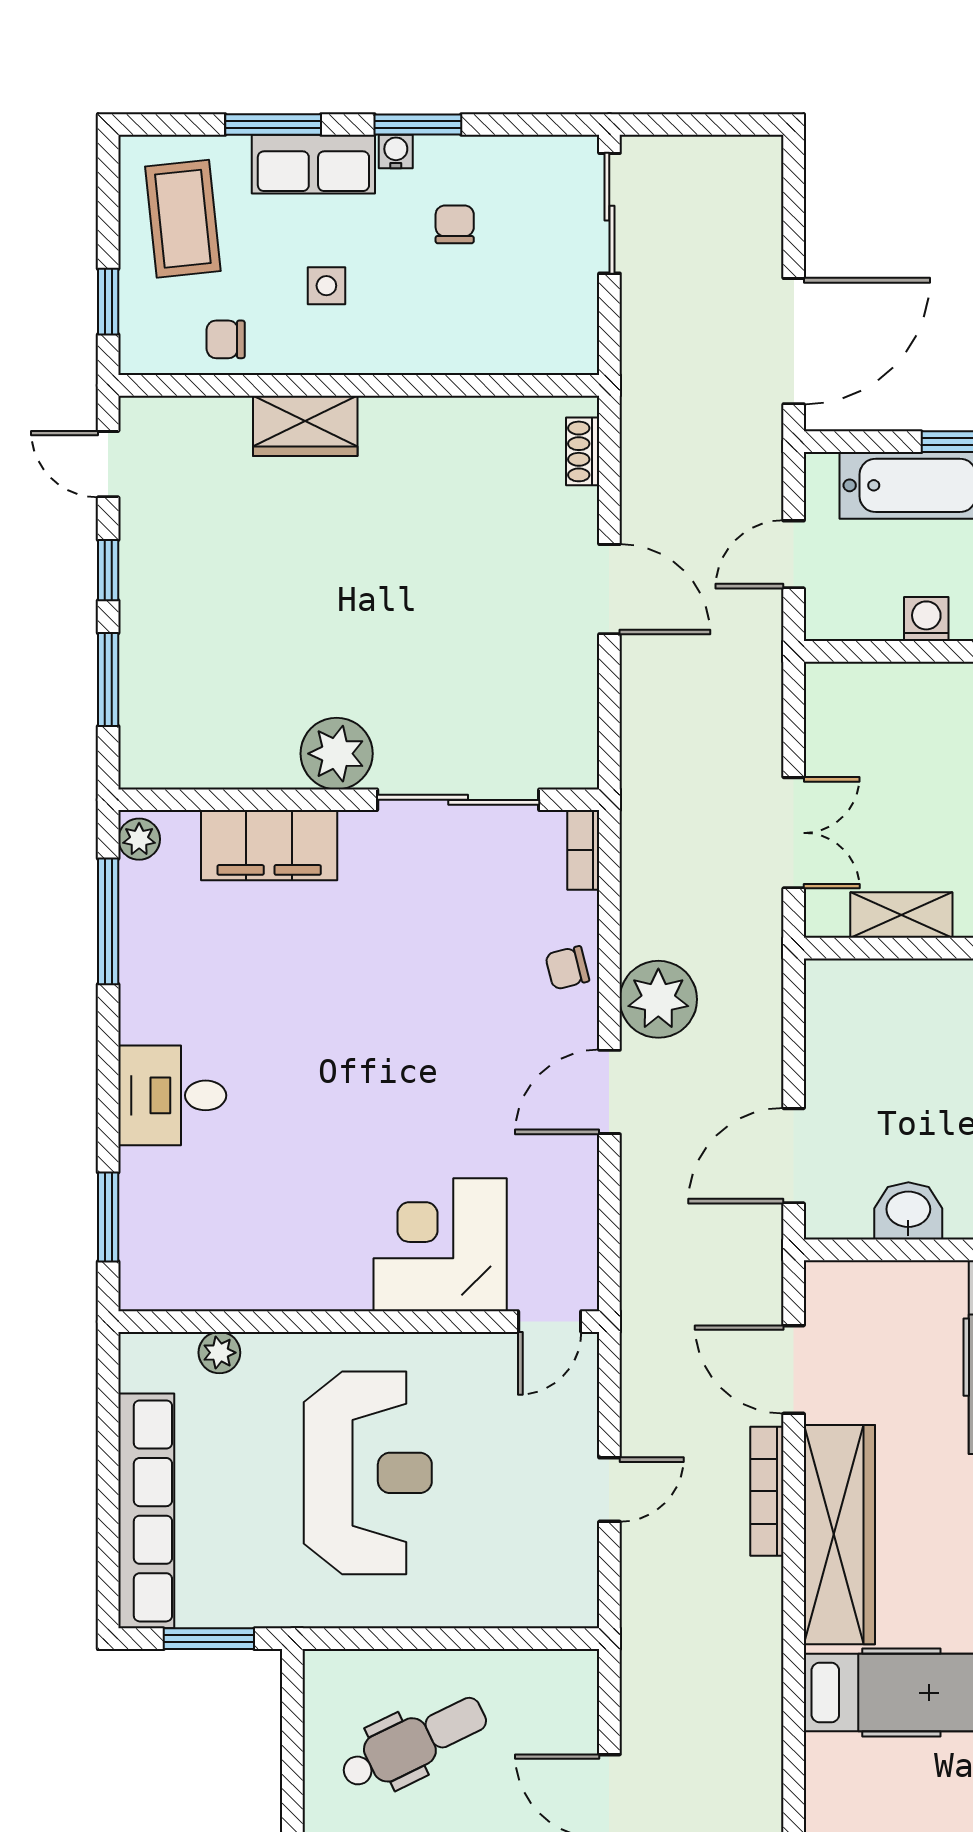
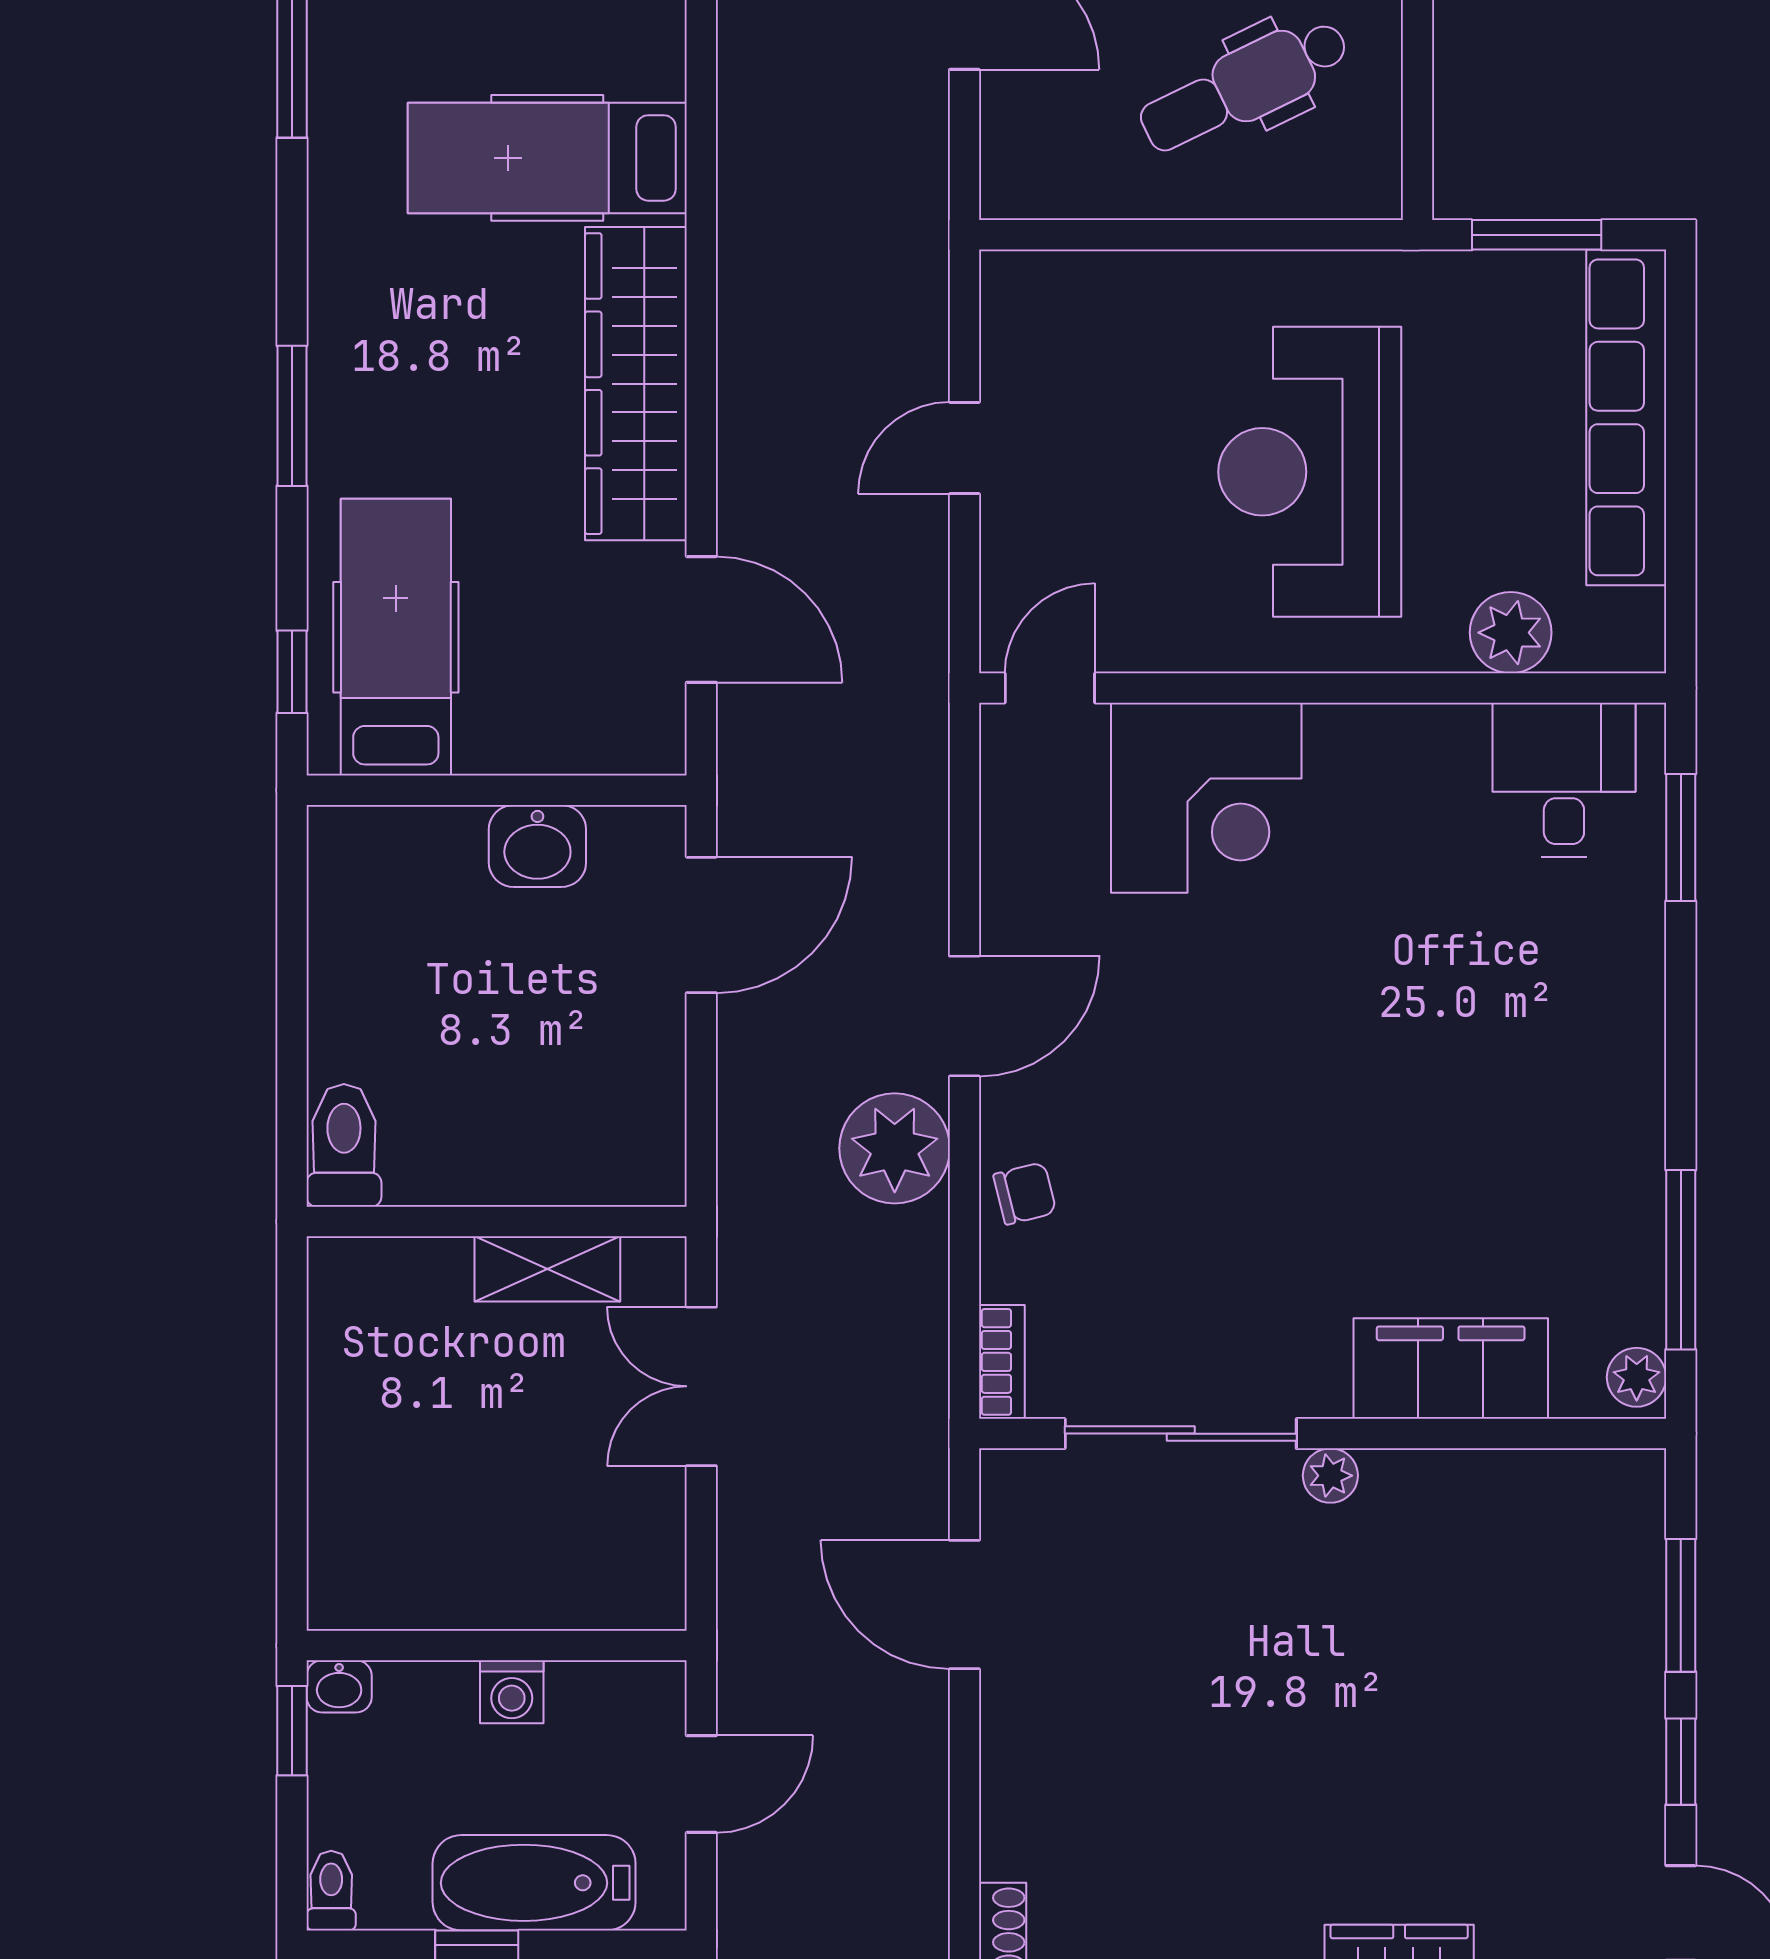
door: (609, 589) -> (964, 1605), moved
plant: (337, 754) -> (1330, 1476), width x0.53, depth x0.53
desk: (172, 1095) -> (1564, 780), moved, turned -90
plant: (219, 1353) -> (1511, 633), width x1.38, depth x1.38
bookcase: (767, 1491) -> (740, 446), removed

